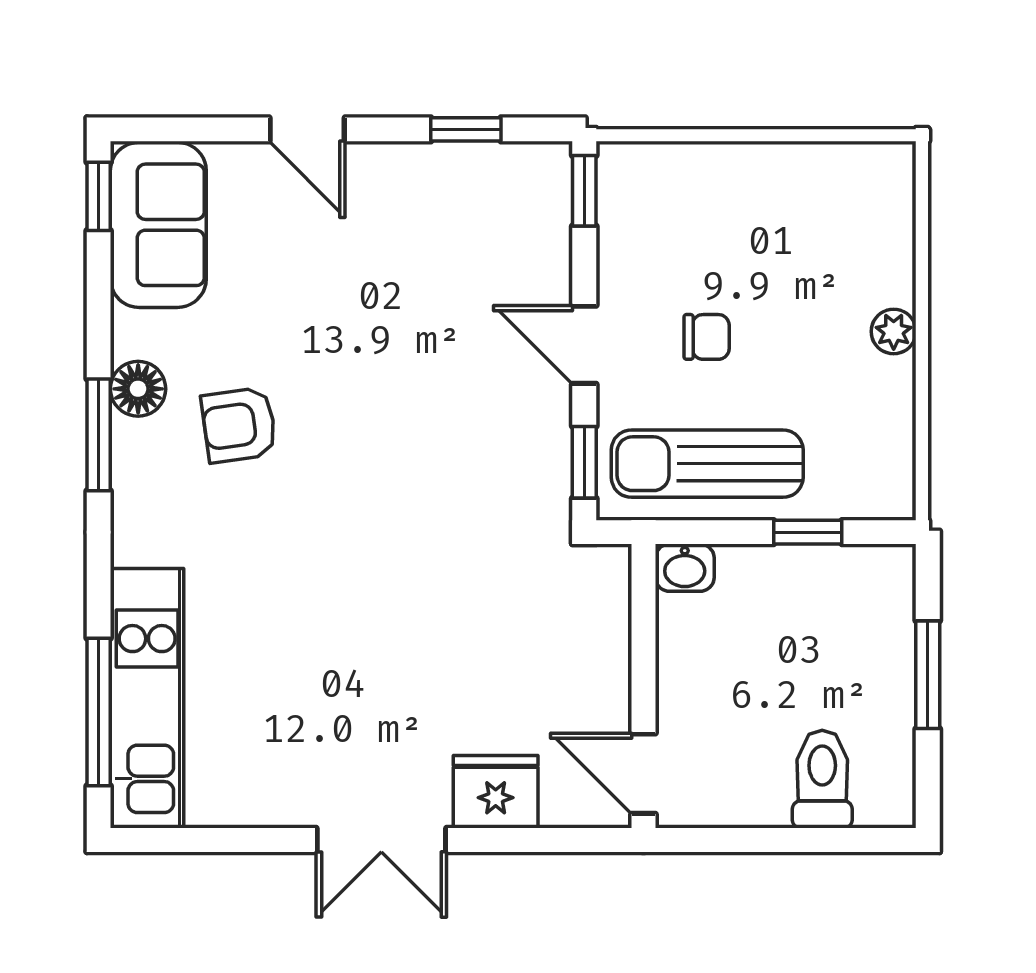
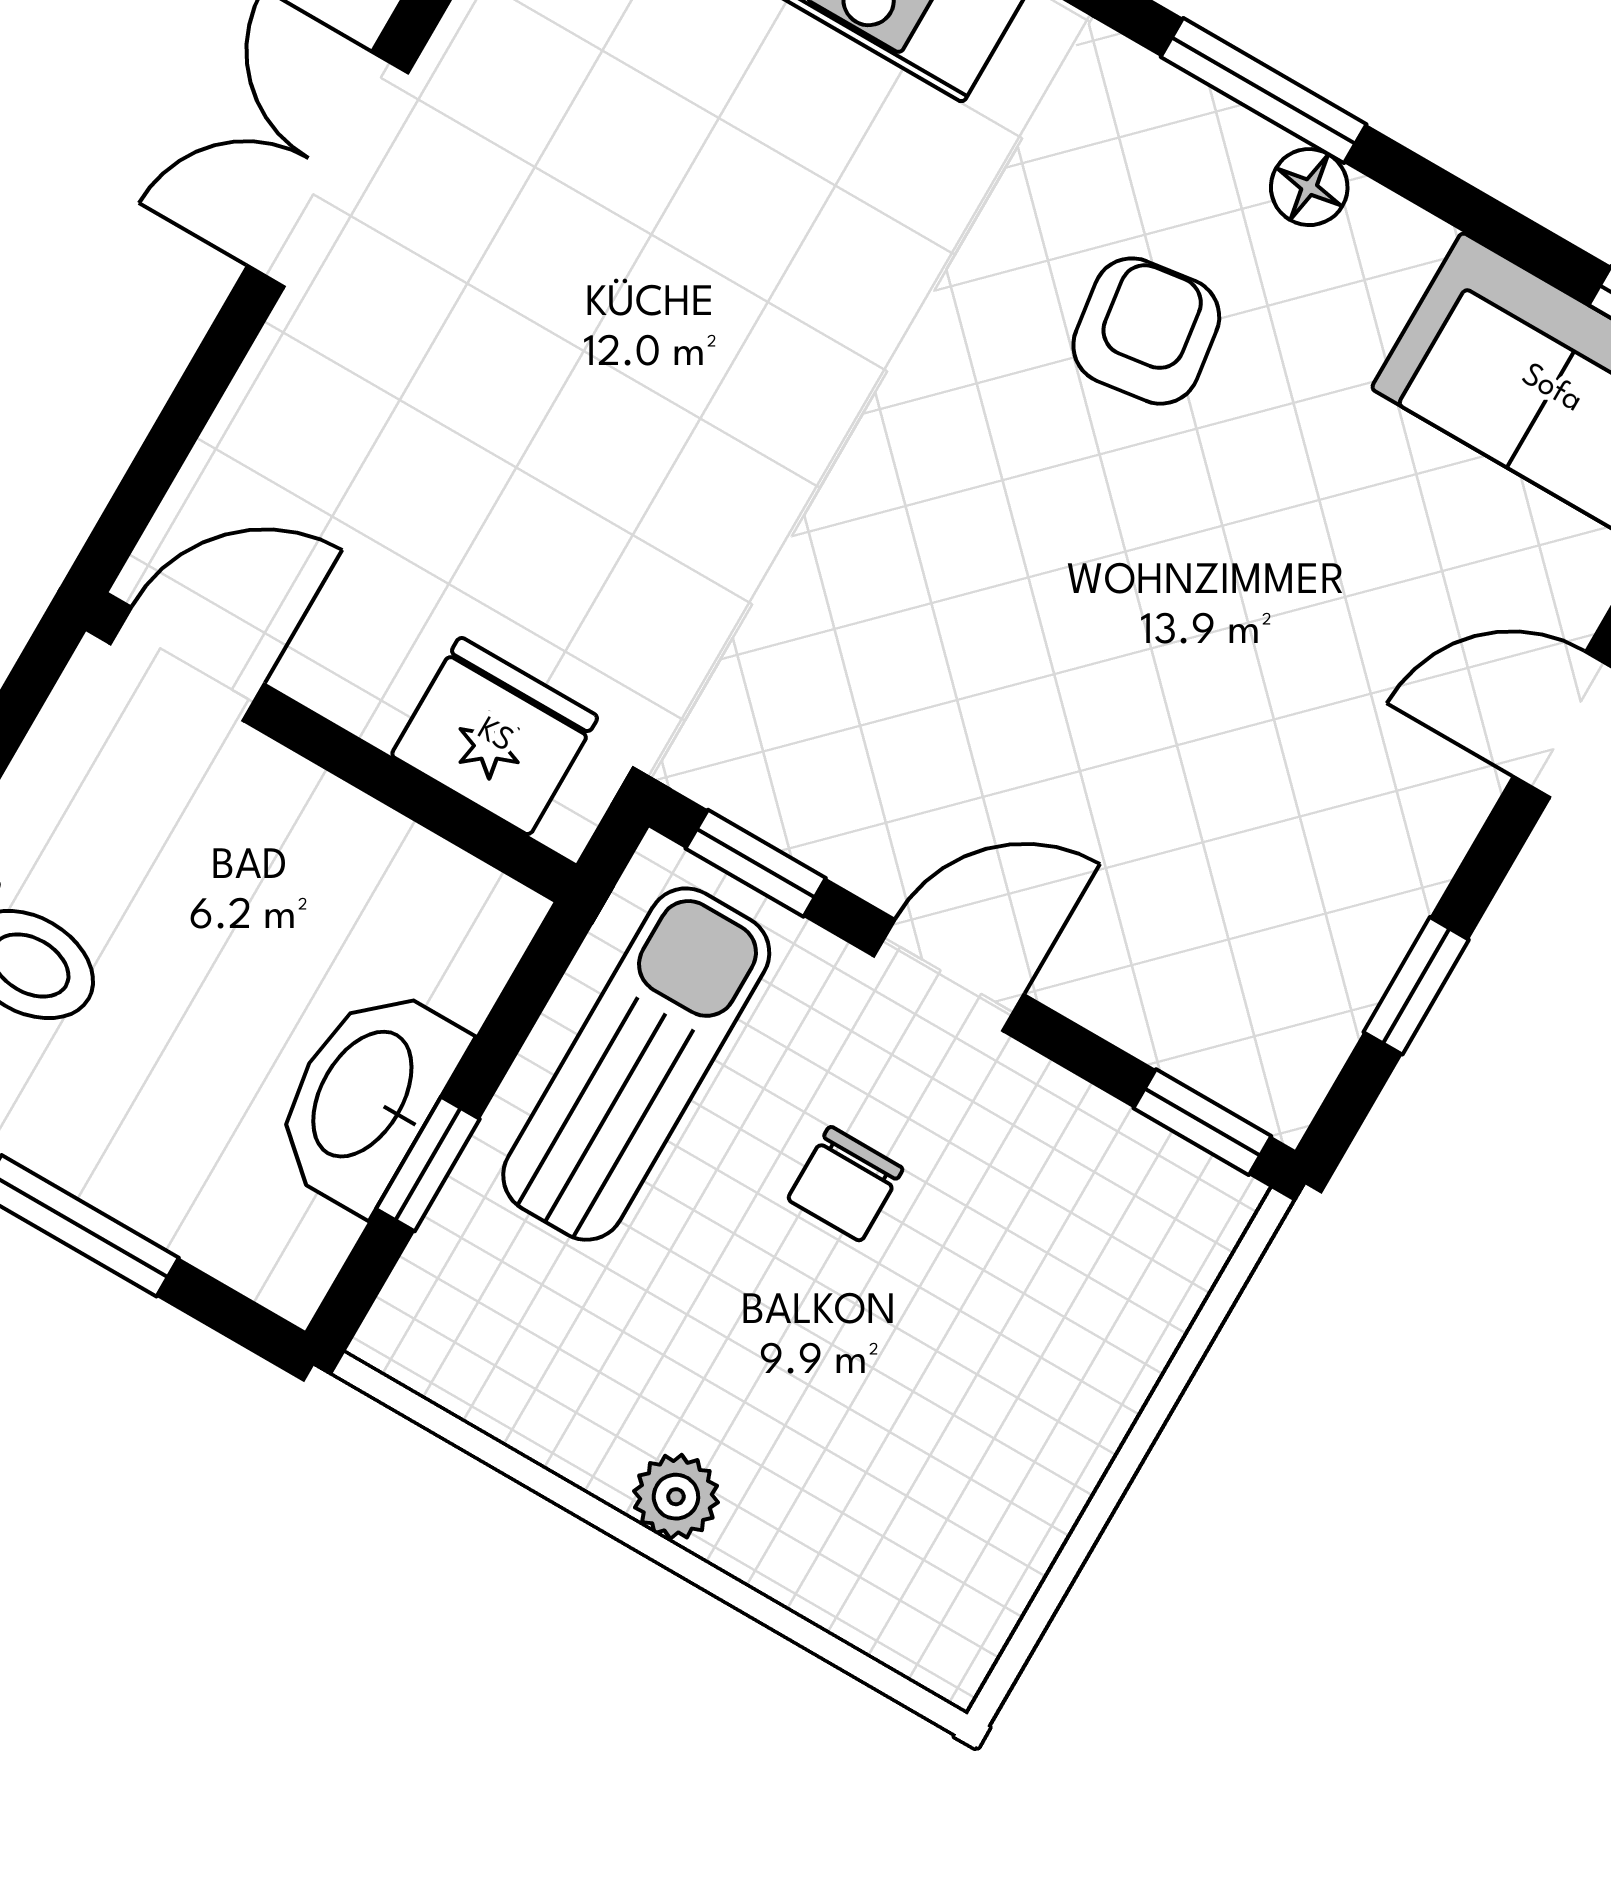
floor lamp: (138, 389) -> (1309, 187), width x0.73, depth x0.73
washbasin: (685, 568) -> (366, 1096), moved, width x1.91, depth x1.45
fridge: (496, 792) -> (495, 736), moved, turned -90

